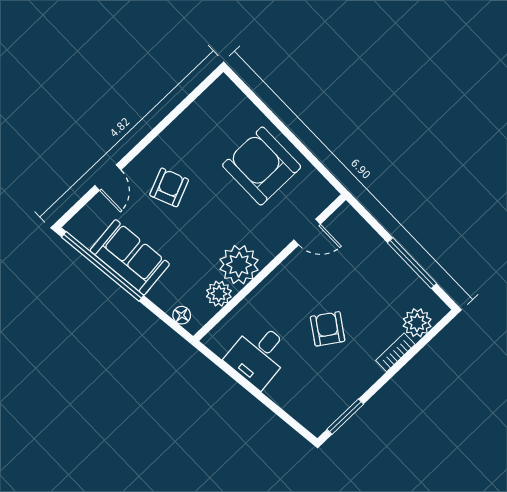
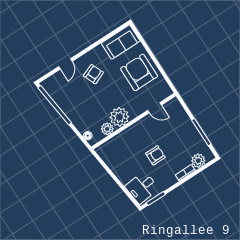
sofa: (130, 257) -> (121, 42), moved, turned 97
armchair: (328, 329) -> (155, 155), turned 56
desk: (259, 355) -> (142, 187), moved

